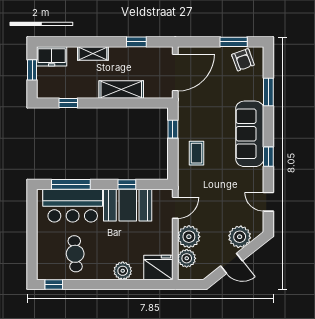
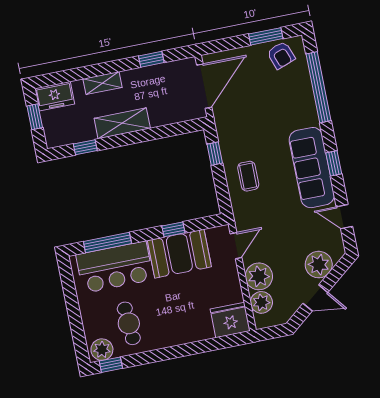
shelving: (121, 89) -> (122, 123), moved
window: (268, 92) -> (319, 87), width x2.11
sofa: (250, 134) -> (312, 168), moved
plant: (123, 271) -> (102, 350), moved

